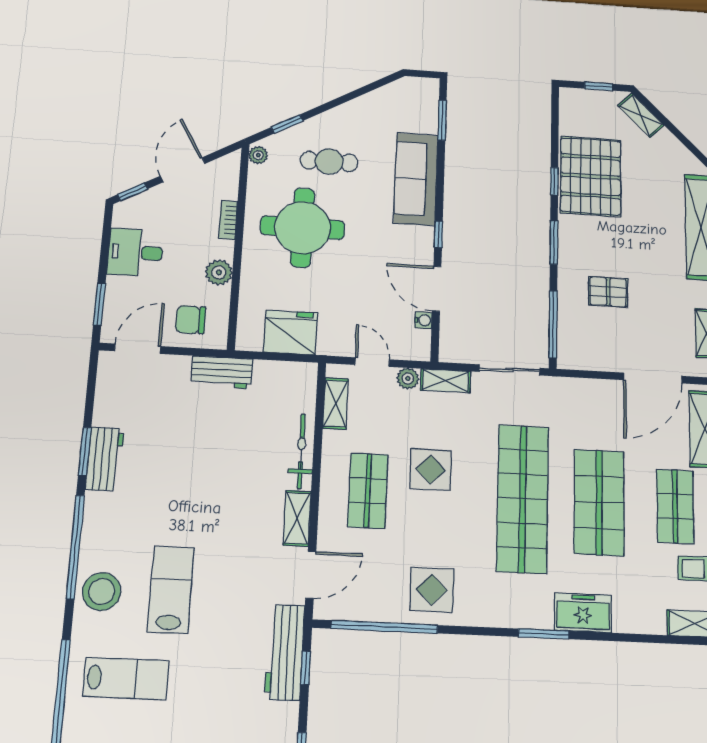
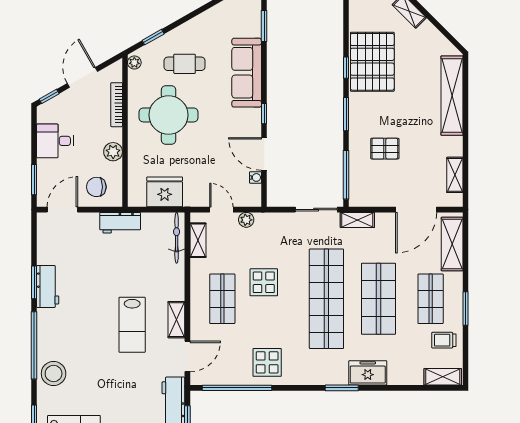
bookcase: (228, 220) -> (117, 105), width x1.56
shelving: (446, 381) -> (357, 220), moved
bicycle: (301, 451) -> (177, 238), moved
lab bench: (171, 590) -> (132, 325), moved, turned 180

